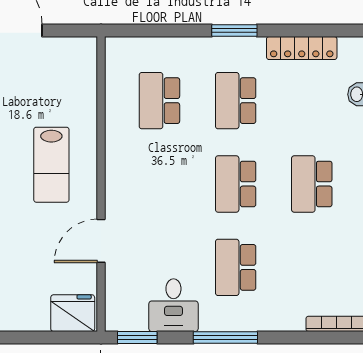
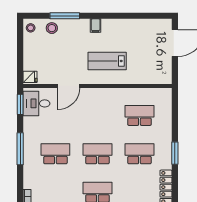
door: (101, 241) -> (69, 86), swing flipped
desk: (173, 305) -> (36, 103), moved
fridge: (73, 313) -> (30, 77), width x0.53, depth x0.75

